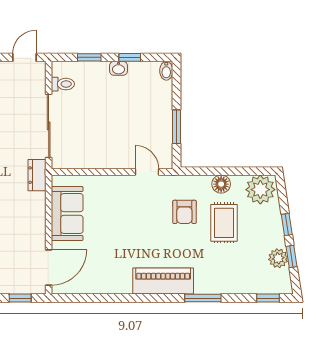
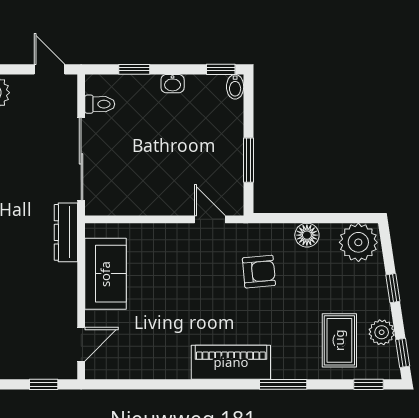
door: (25, 57) -> (49, 69), hinge flipped
window: (130, 57) -> (221, 69), moved
dresser: (37, 175) -> (66, 232), width x1.44
armchair: (184, 212) -> (259, 272), turned -95
rug: (224, 223) -> (339, 340), moved
window: (292, 256) -> (403, 353), moved
door: (49, 267) -> (81, 344), width x0.73

